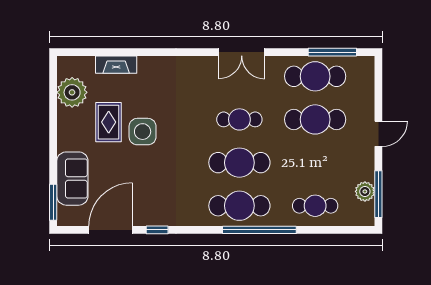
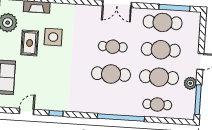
side table: (143, 132) -> (53, 37), moved
plant: (365, 191) -> (190, 83), moved
cafe table: (239, 206) -> (159, 77), moved
door: (111, 230) -> (27, 111), width x0.53

